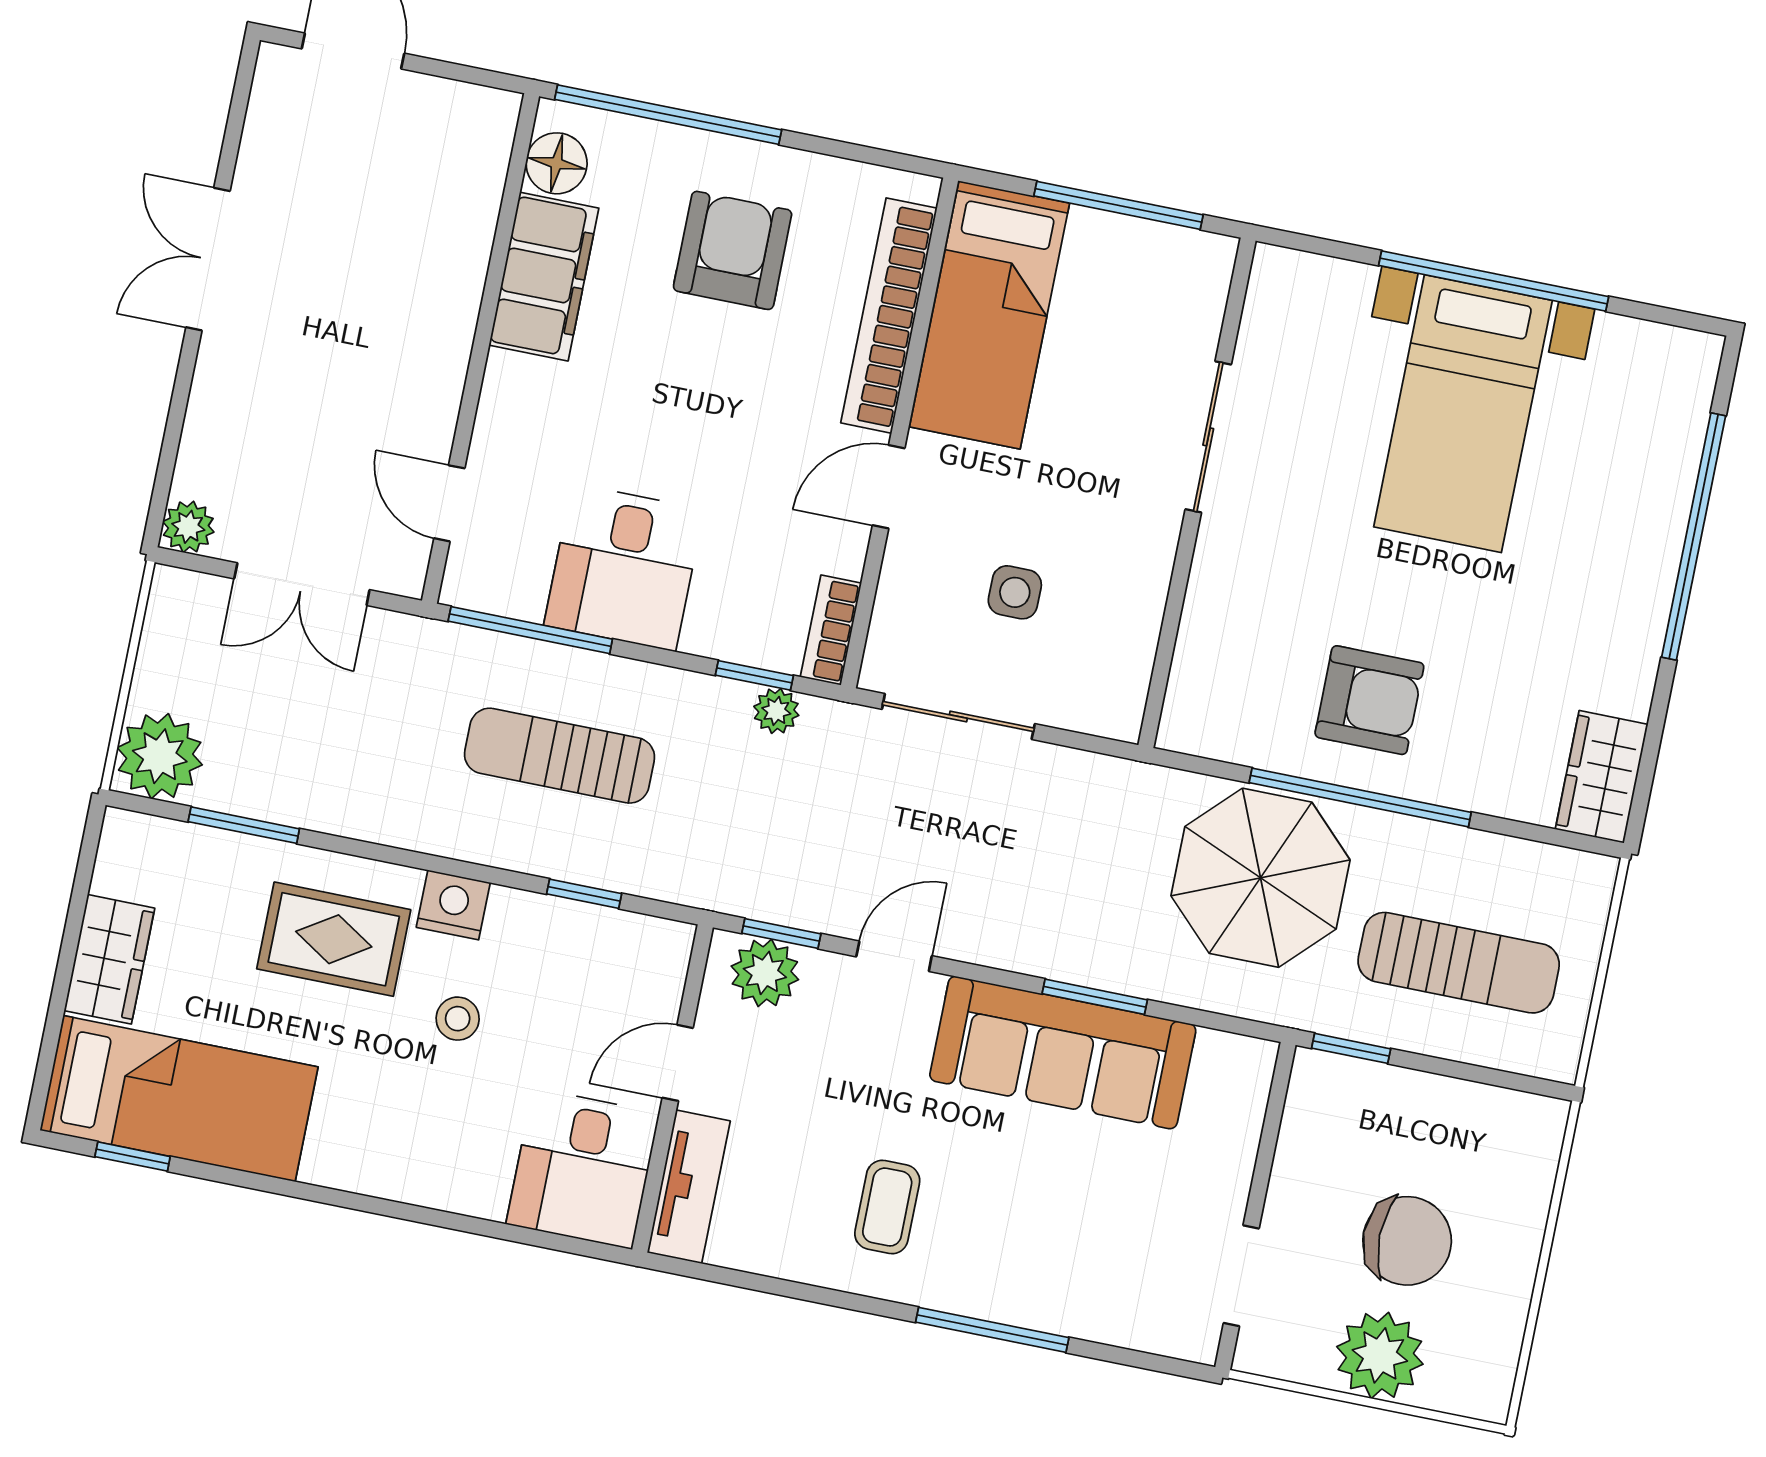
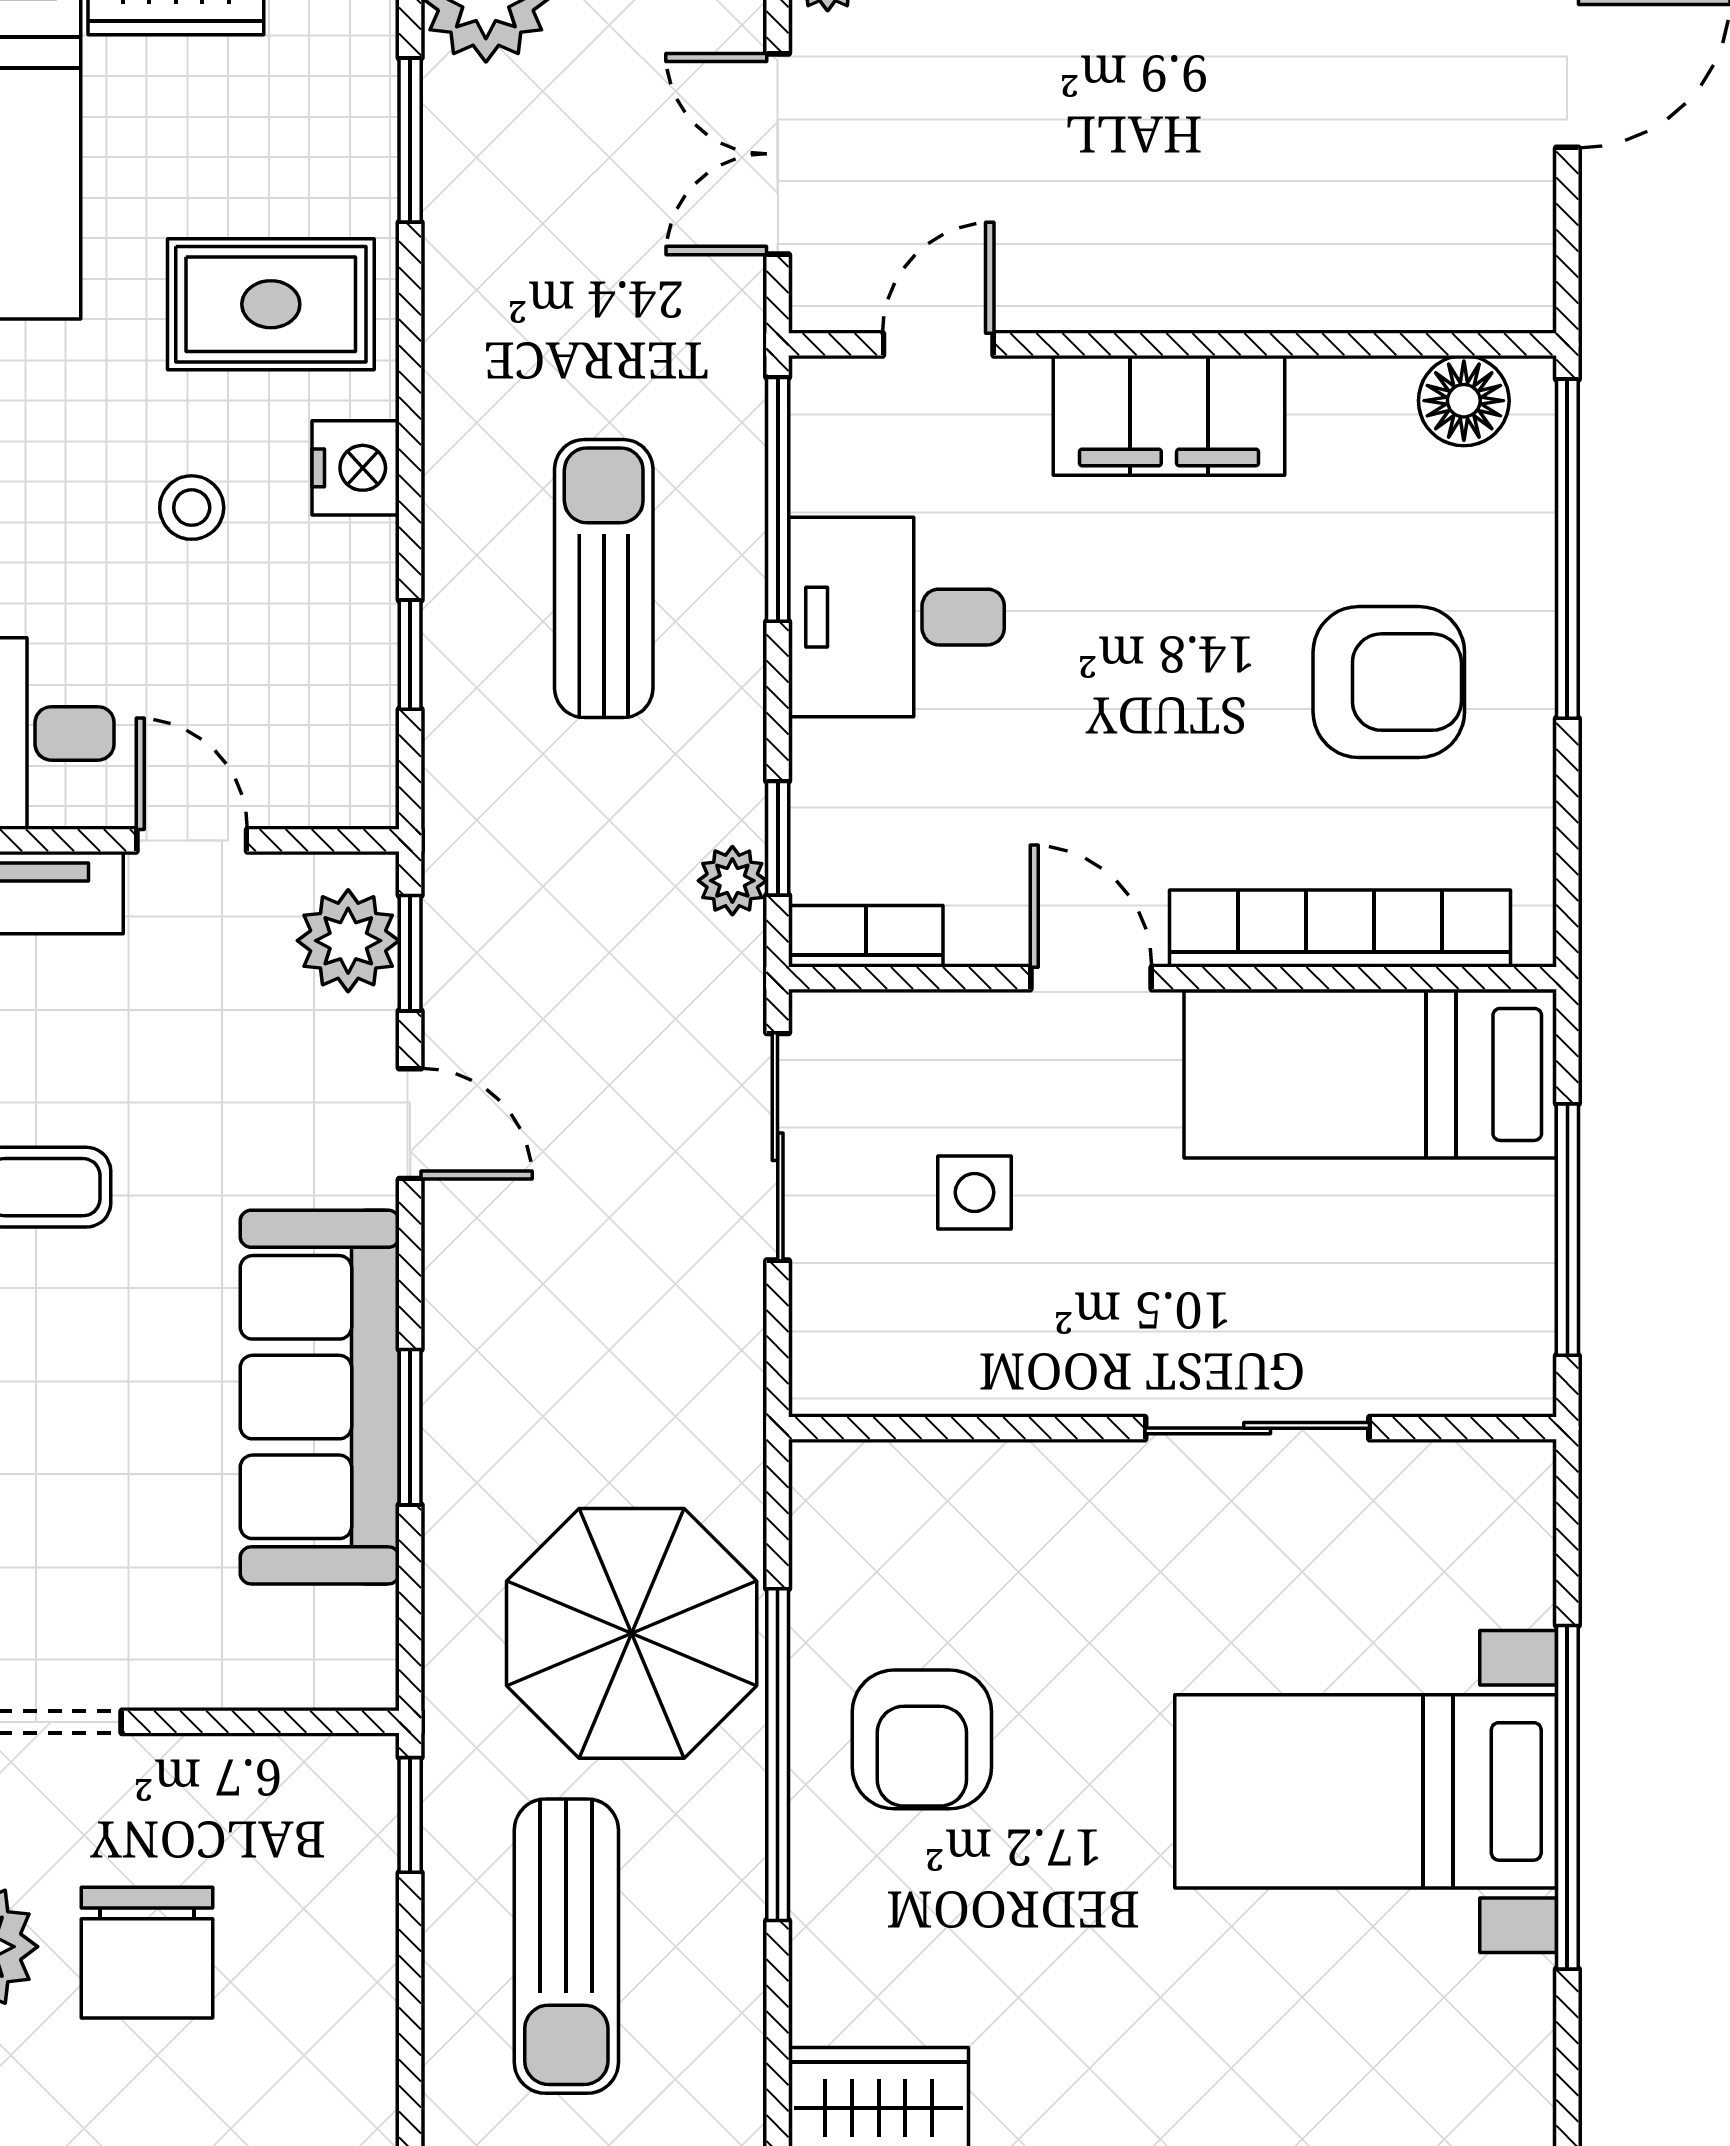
filing cabinet: (544, 277) -> (1169, 415), moved
rug: (334, 939) -> (271, 304), turned 90

